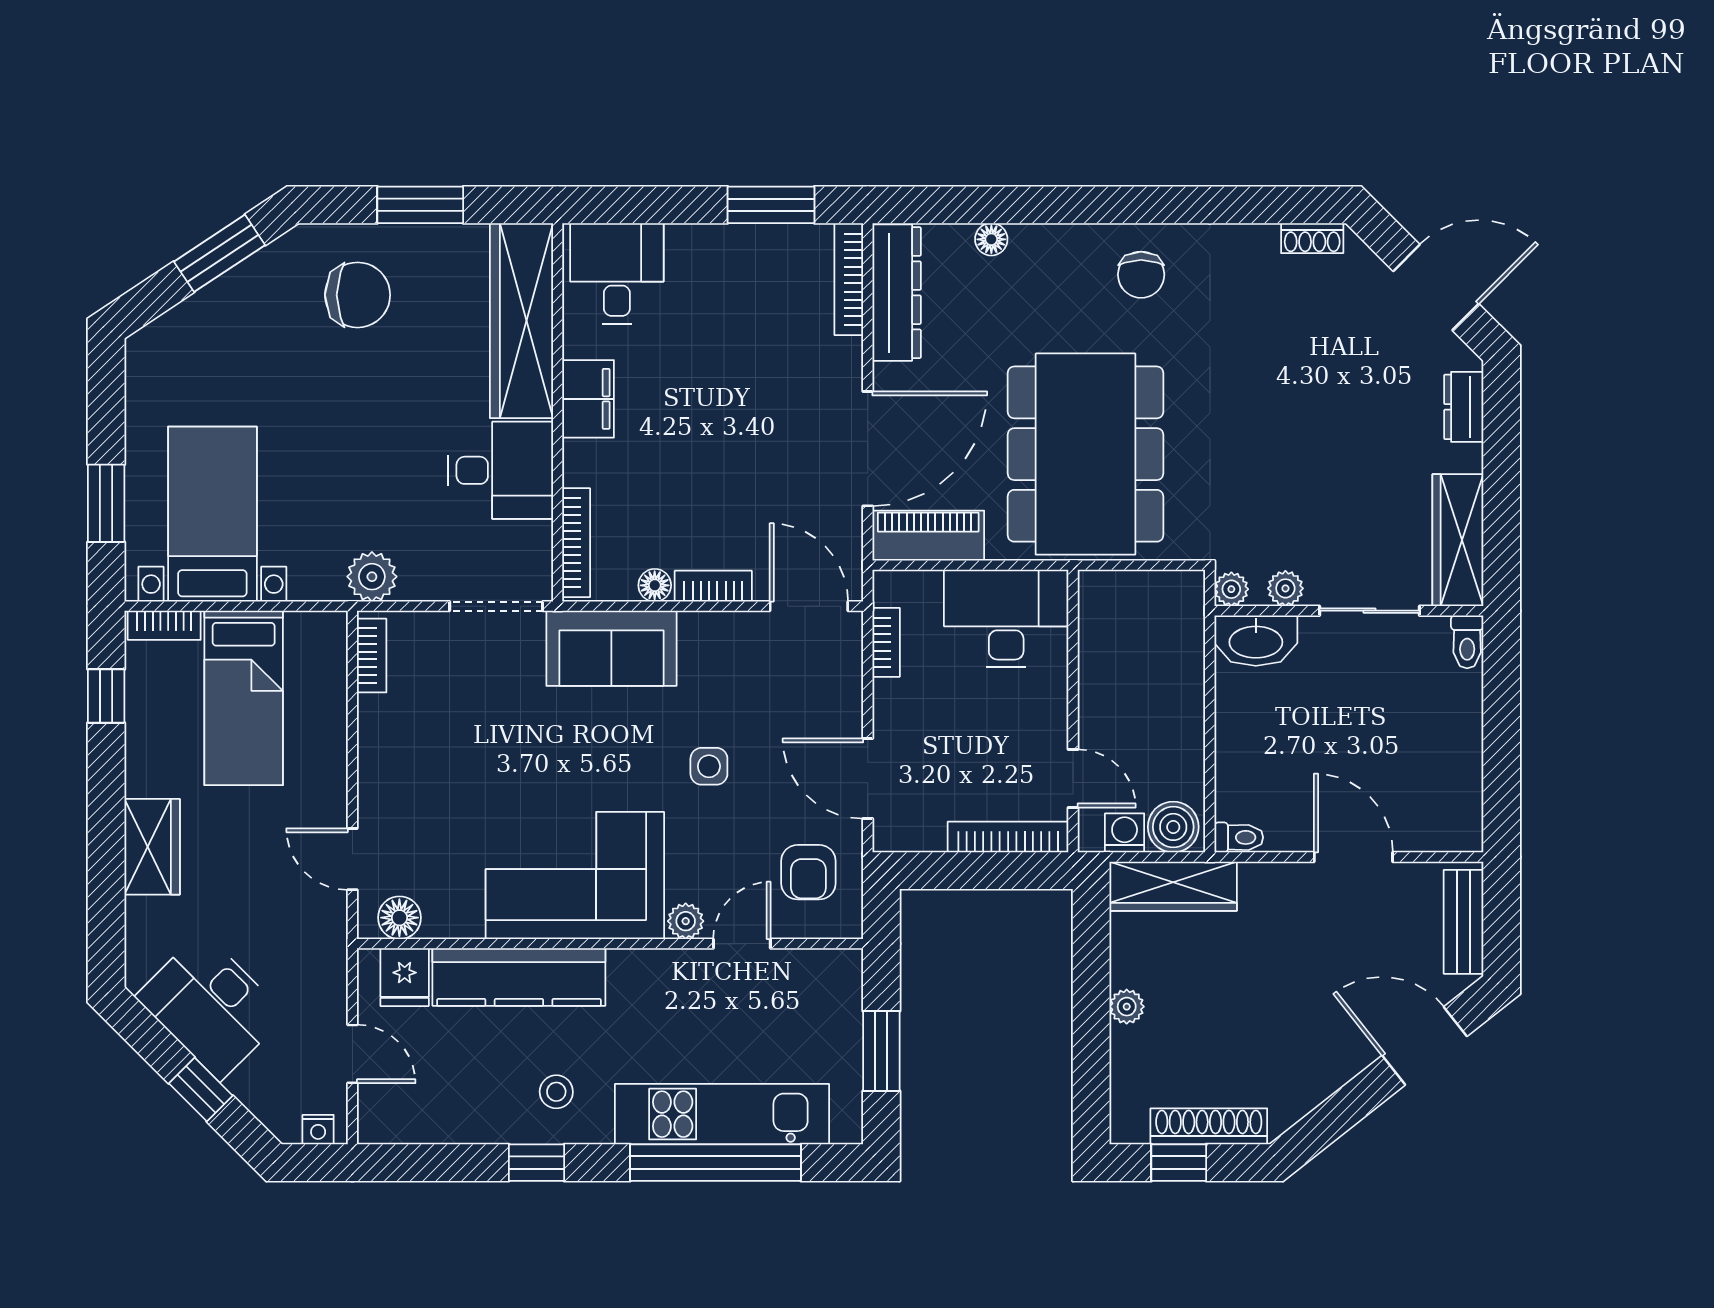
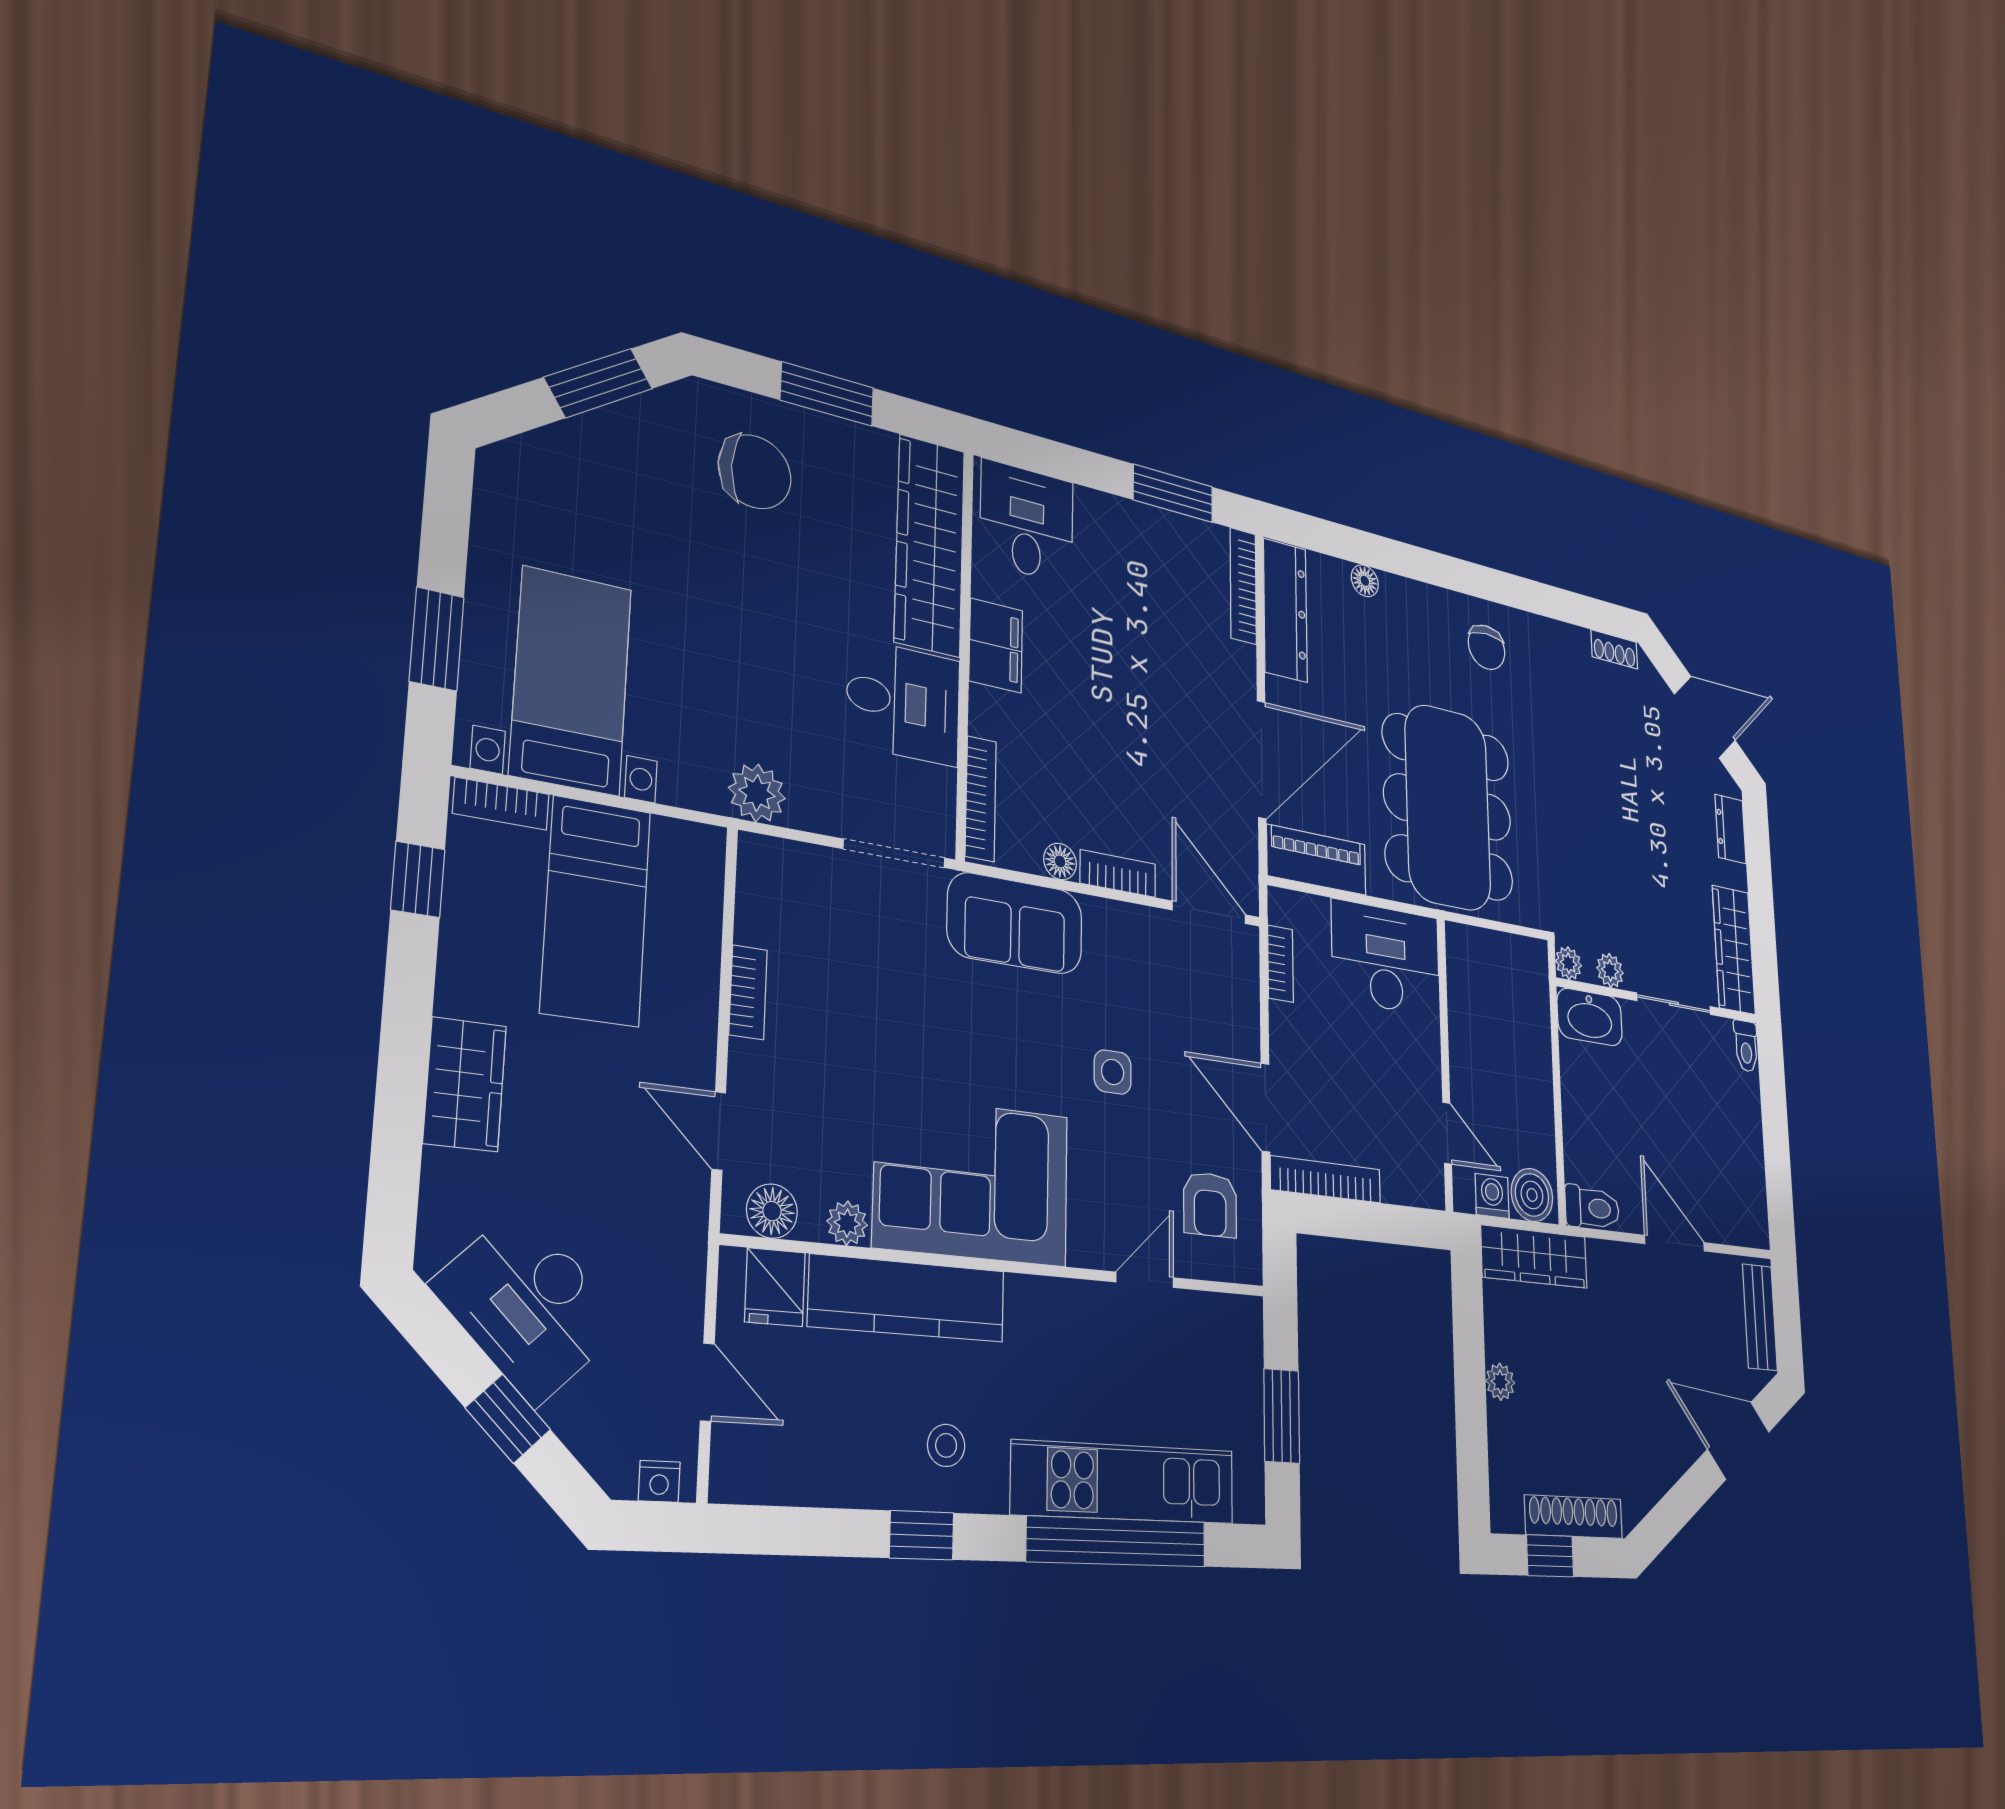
bookcase: (372, 656) -> (748, 992), moved
bookcase: (1008, 837) -> (1326, 1179), moved
toilet: (1239, 837) -> (1592, 1208), width x1.37, depth x1.39
plant: (686, 921) -> (847, 1223), moved

